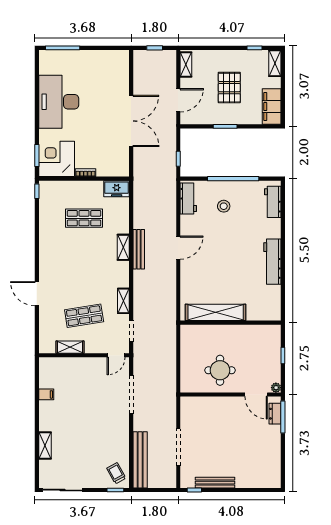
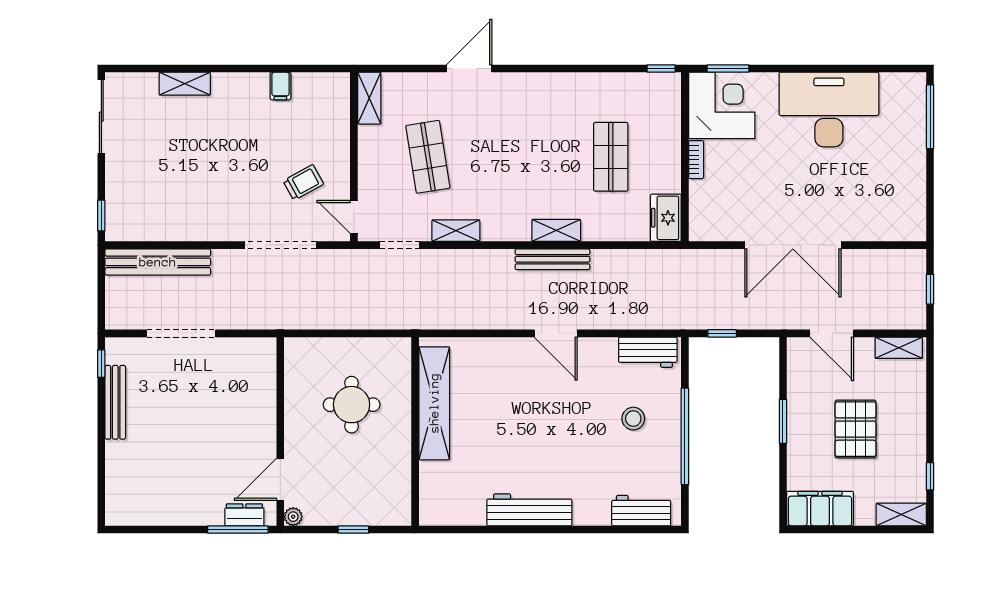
pallet: (229, 88) -> (856, 429), turned 90
shelving: (70, 347) -> (369, 98), moved
round table: (220, 370) -> (352, 405), moved
trolley: (116, 473) -> (303, 182), moved

